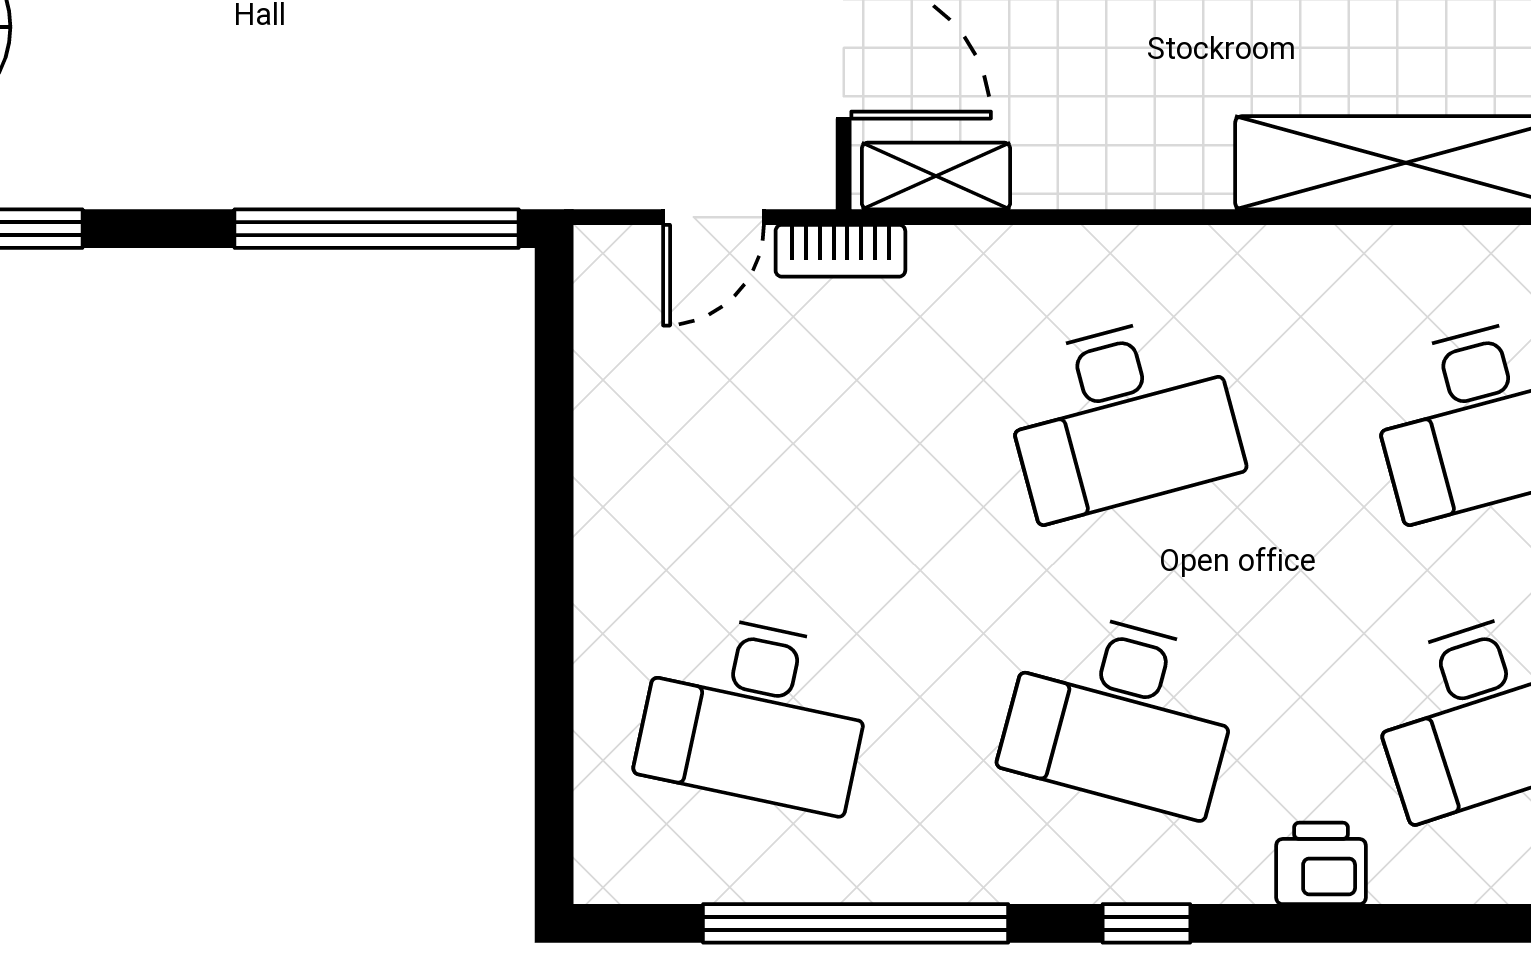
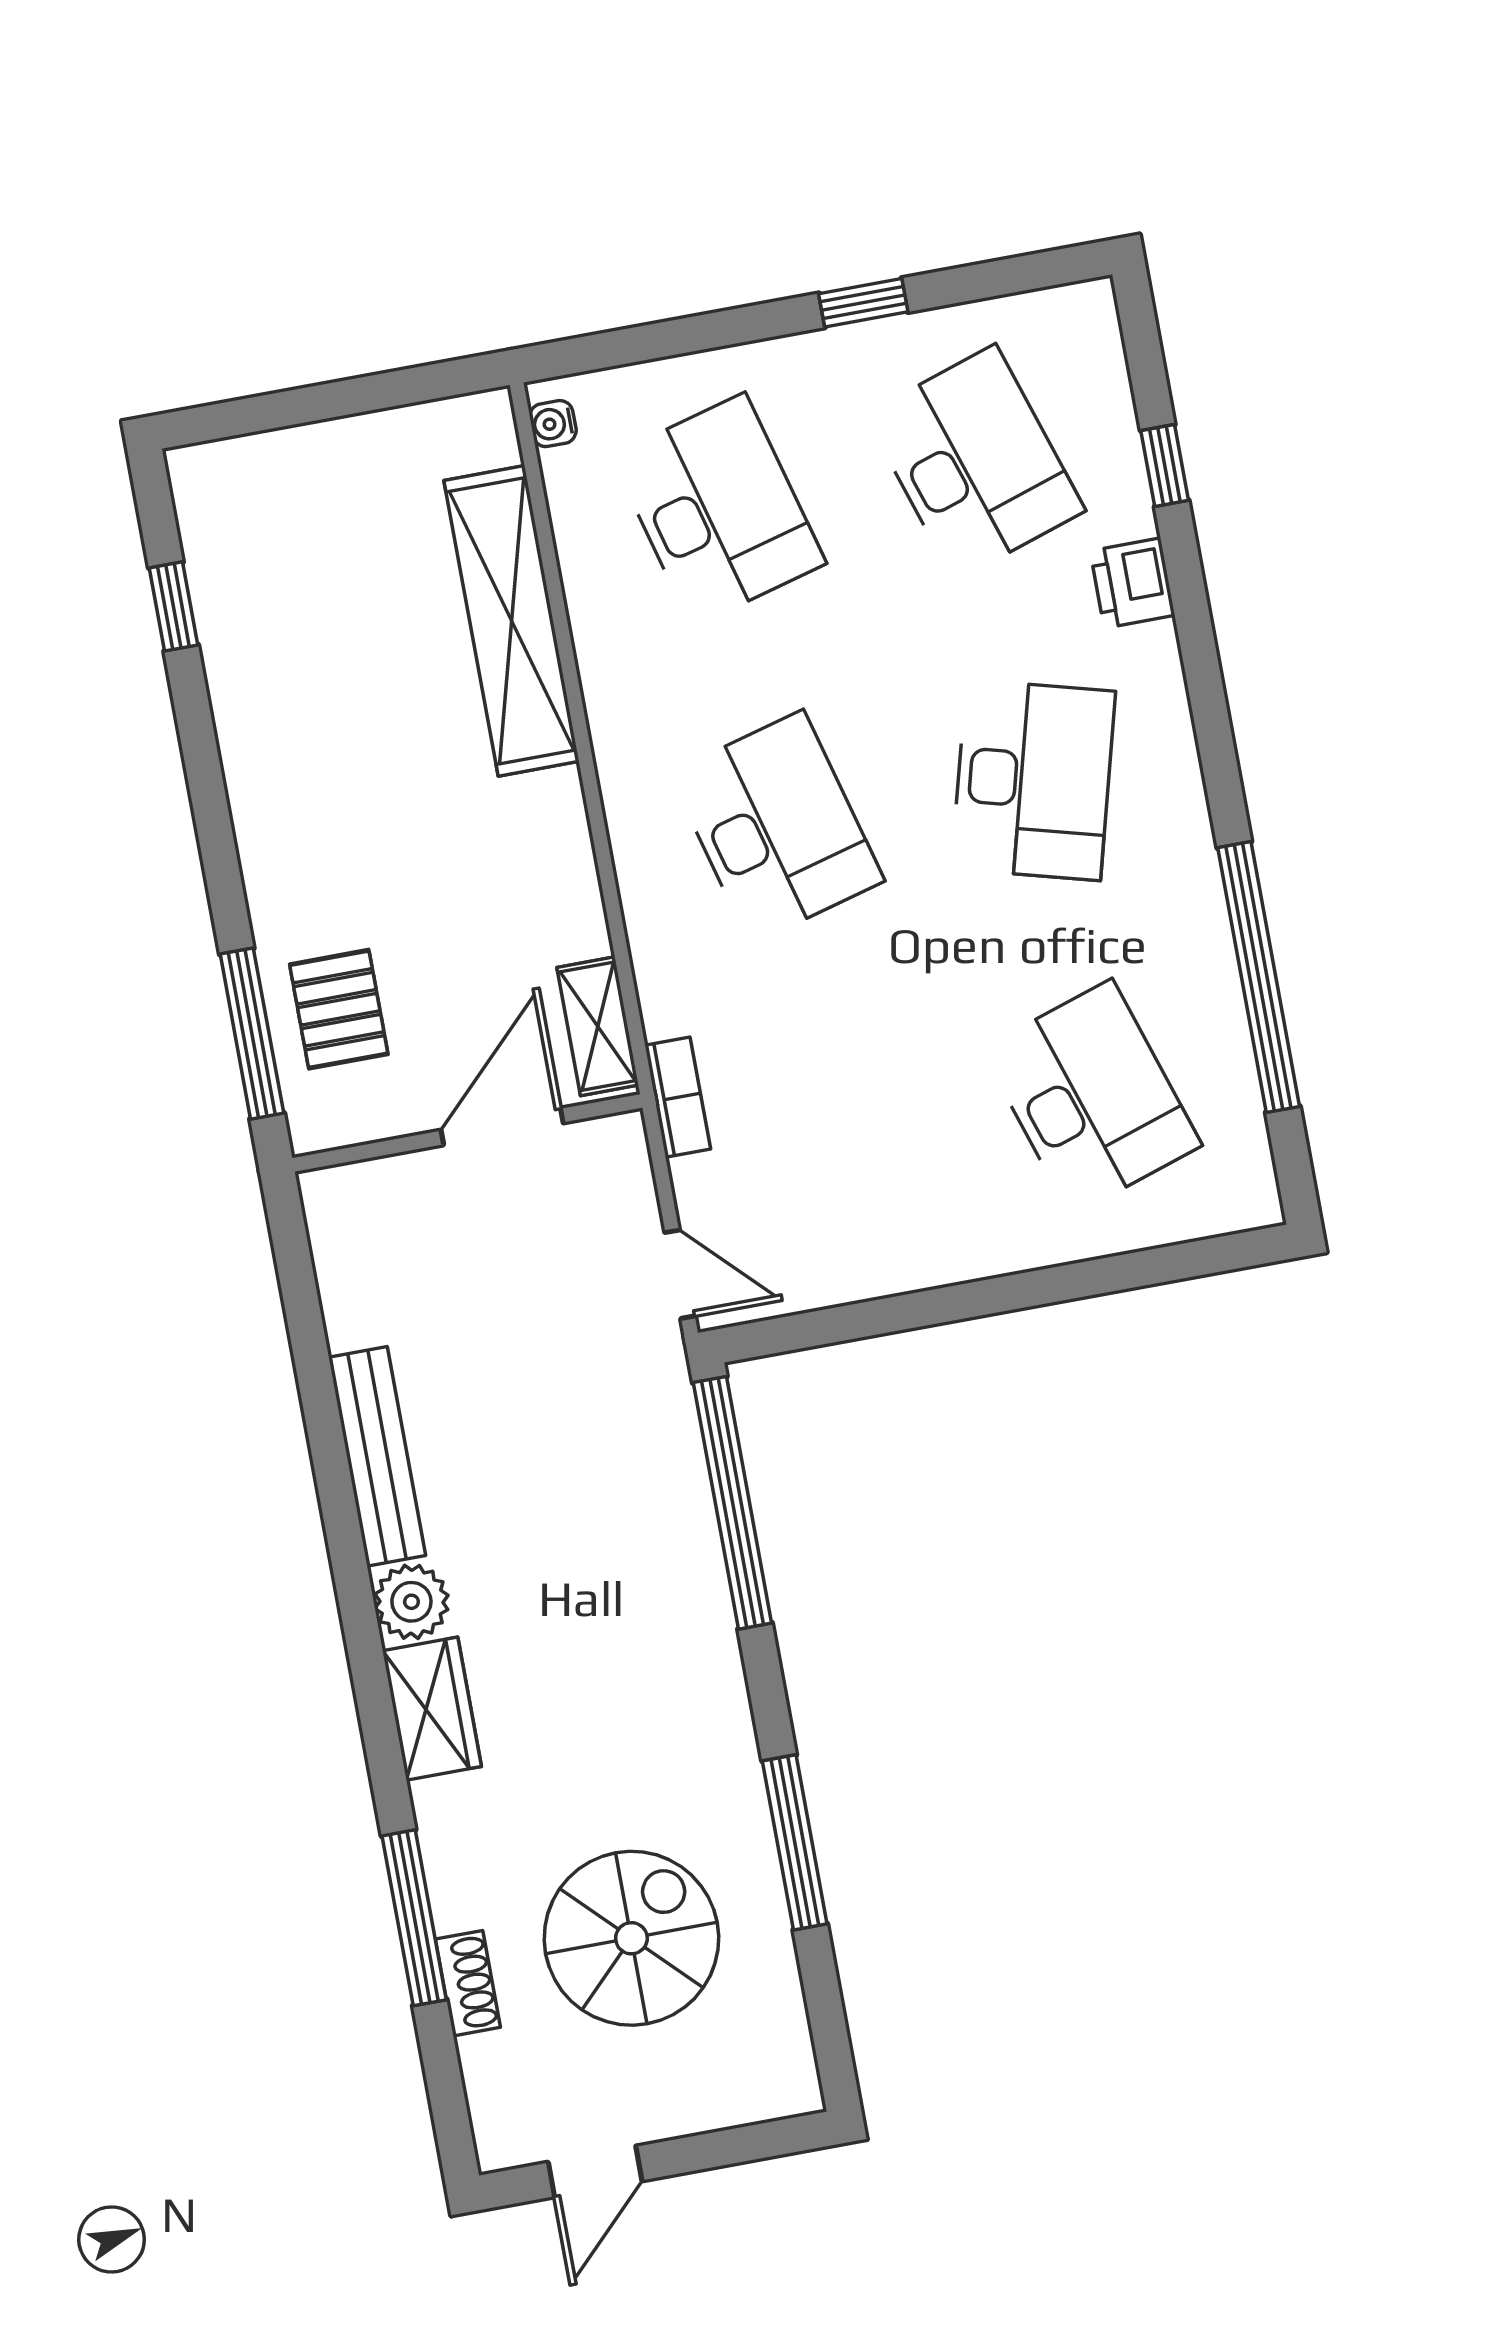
door: (714, 217) -> (680, 1274), moved
desk: (756, 712) -> (1092, 1097), turned -30
window: (1146, 923) -> (1165, 466), moved

